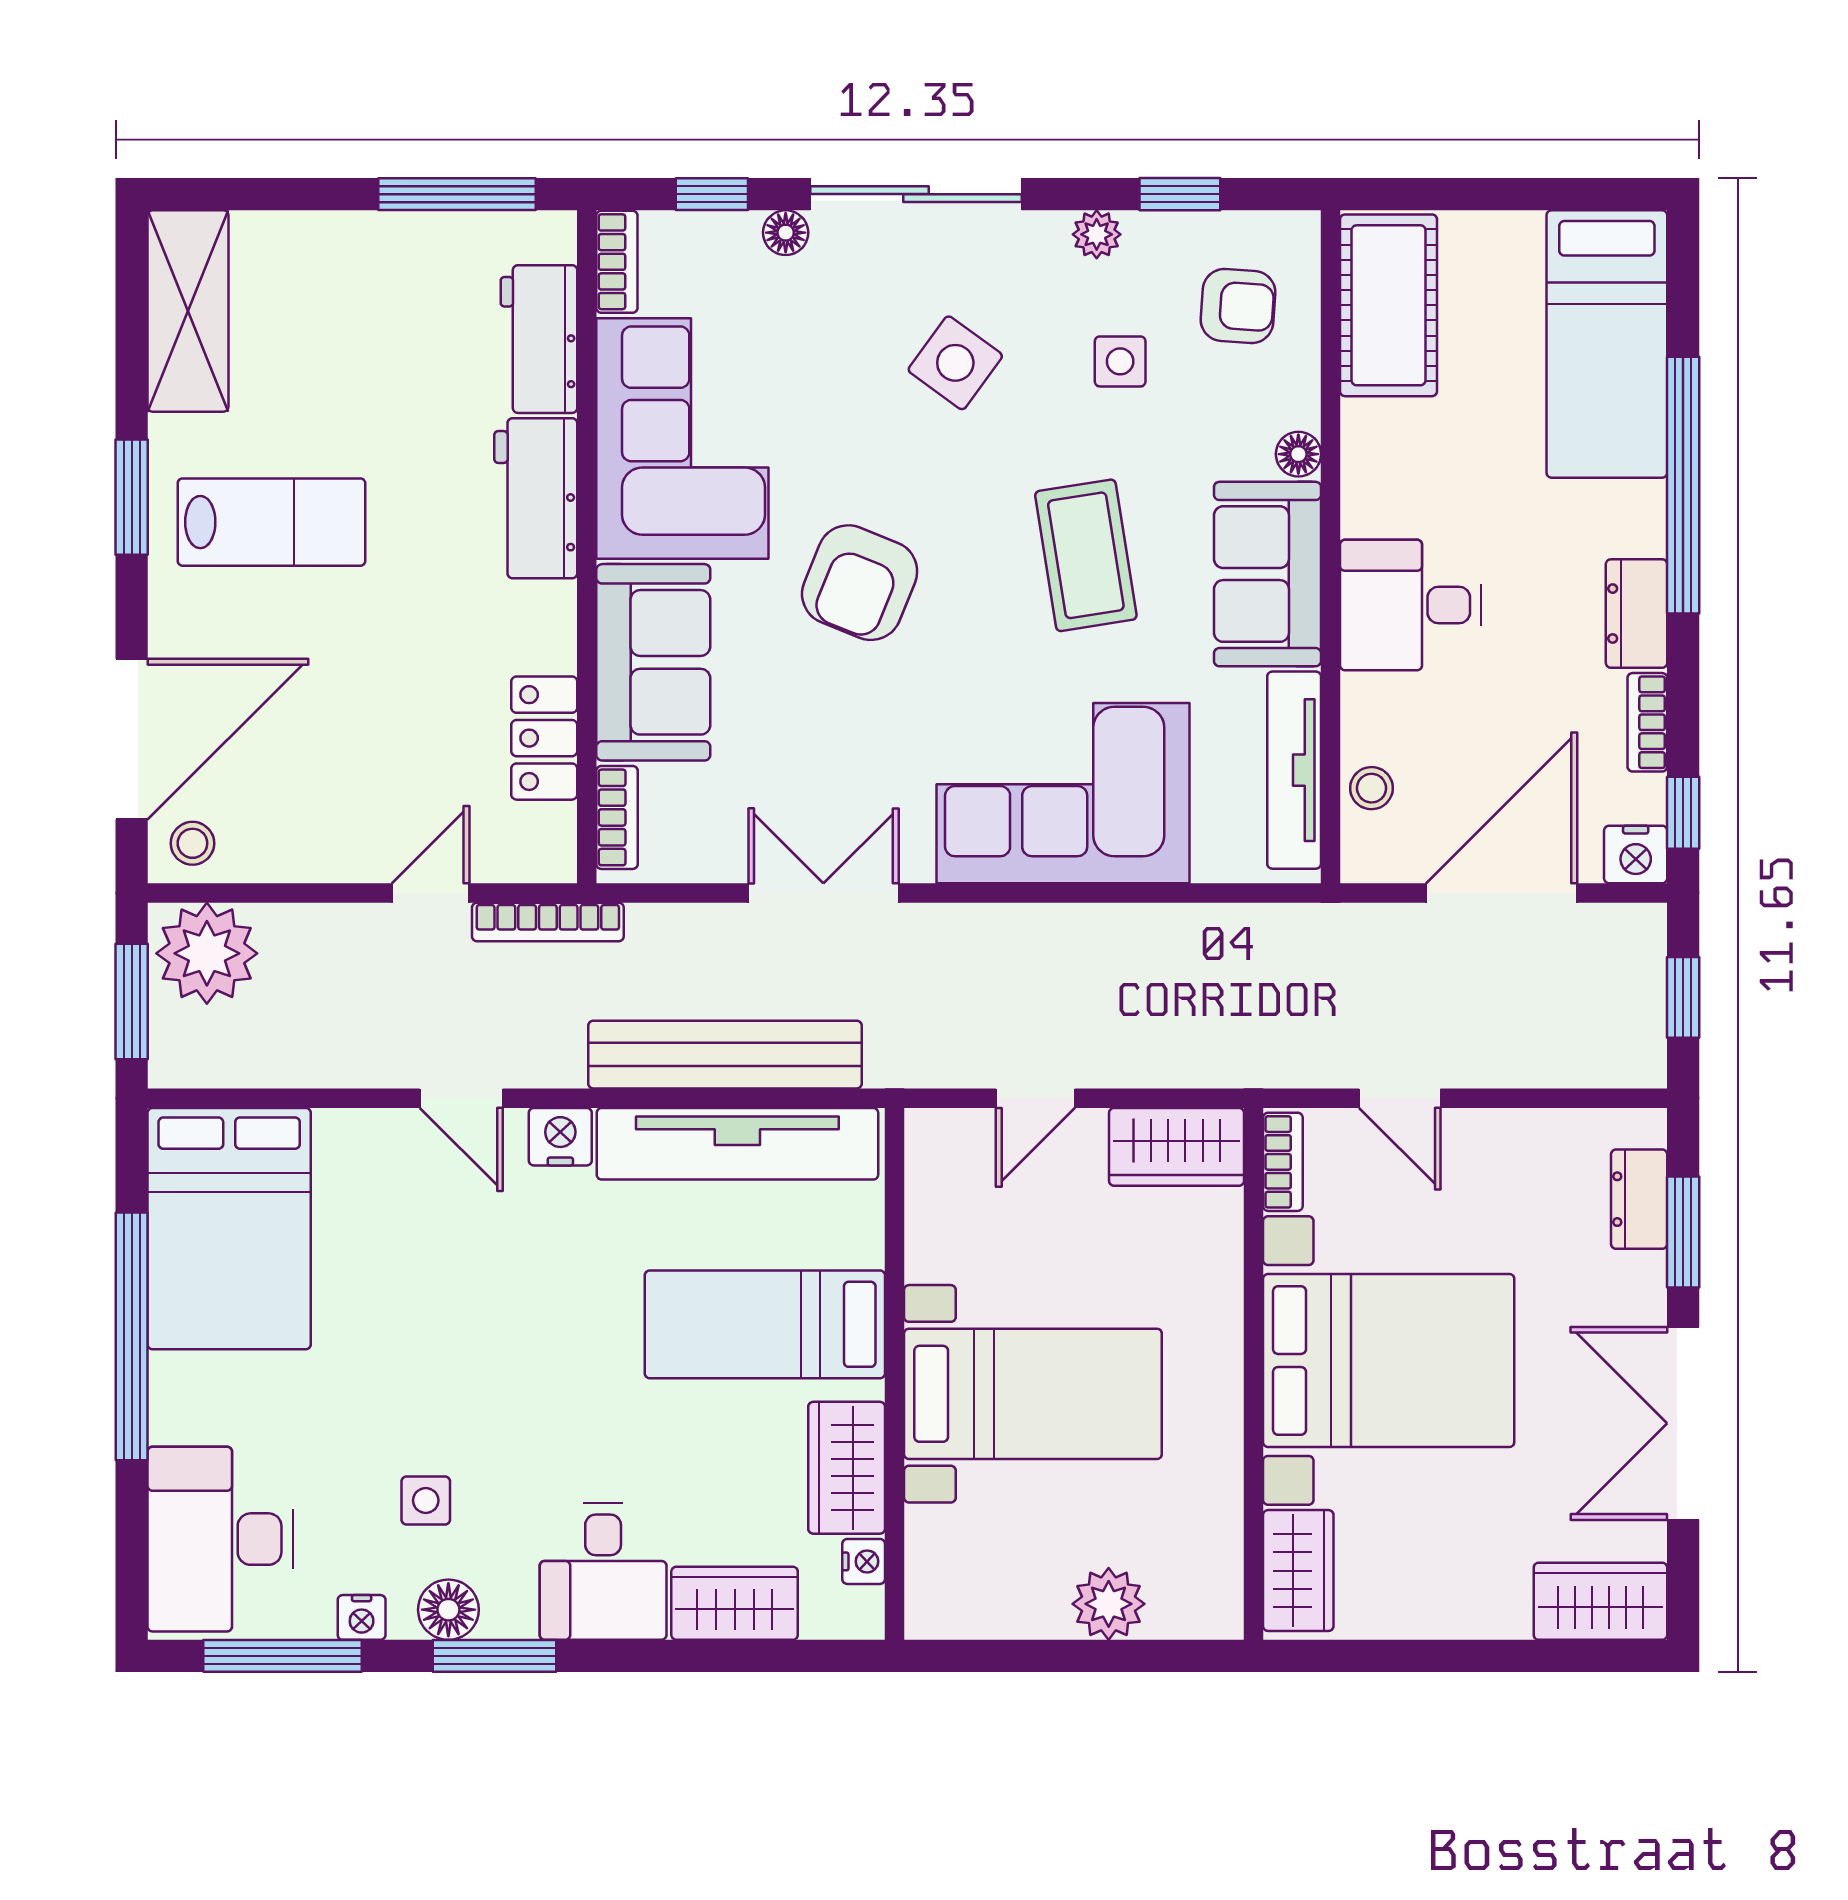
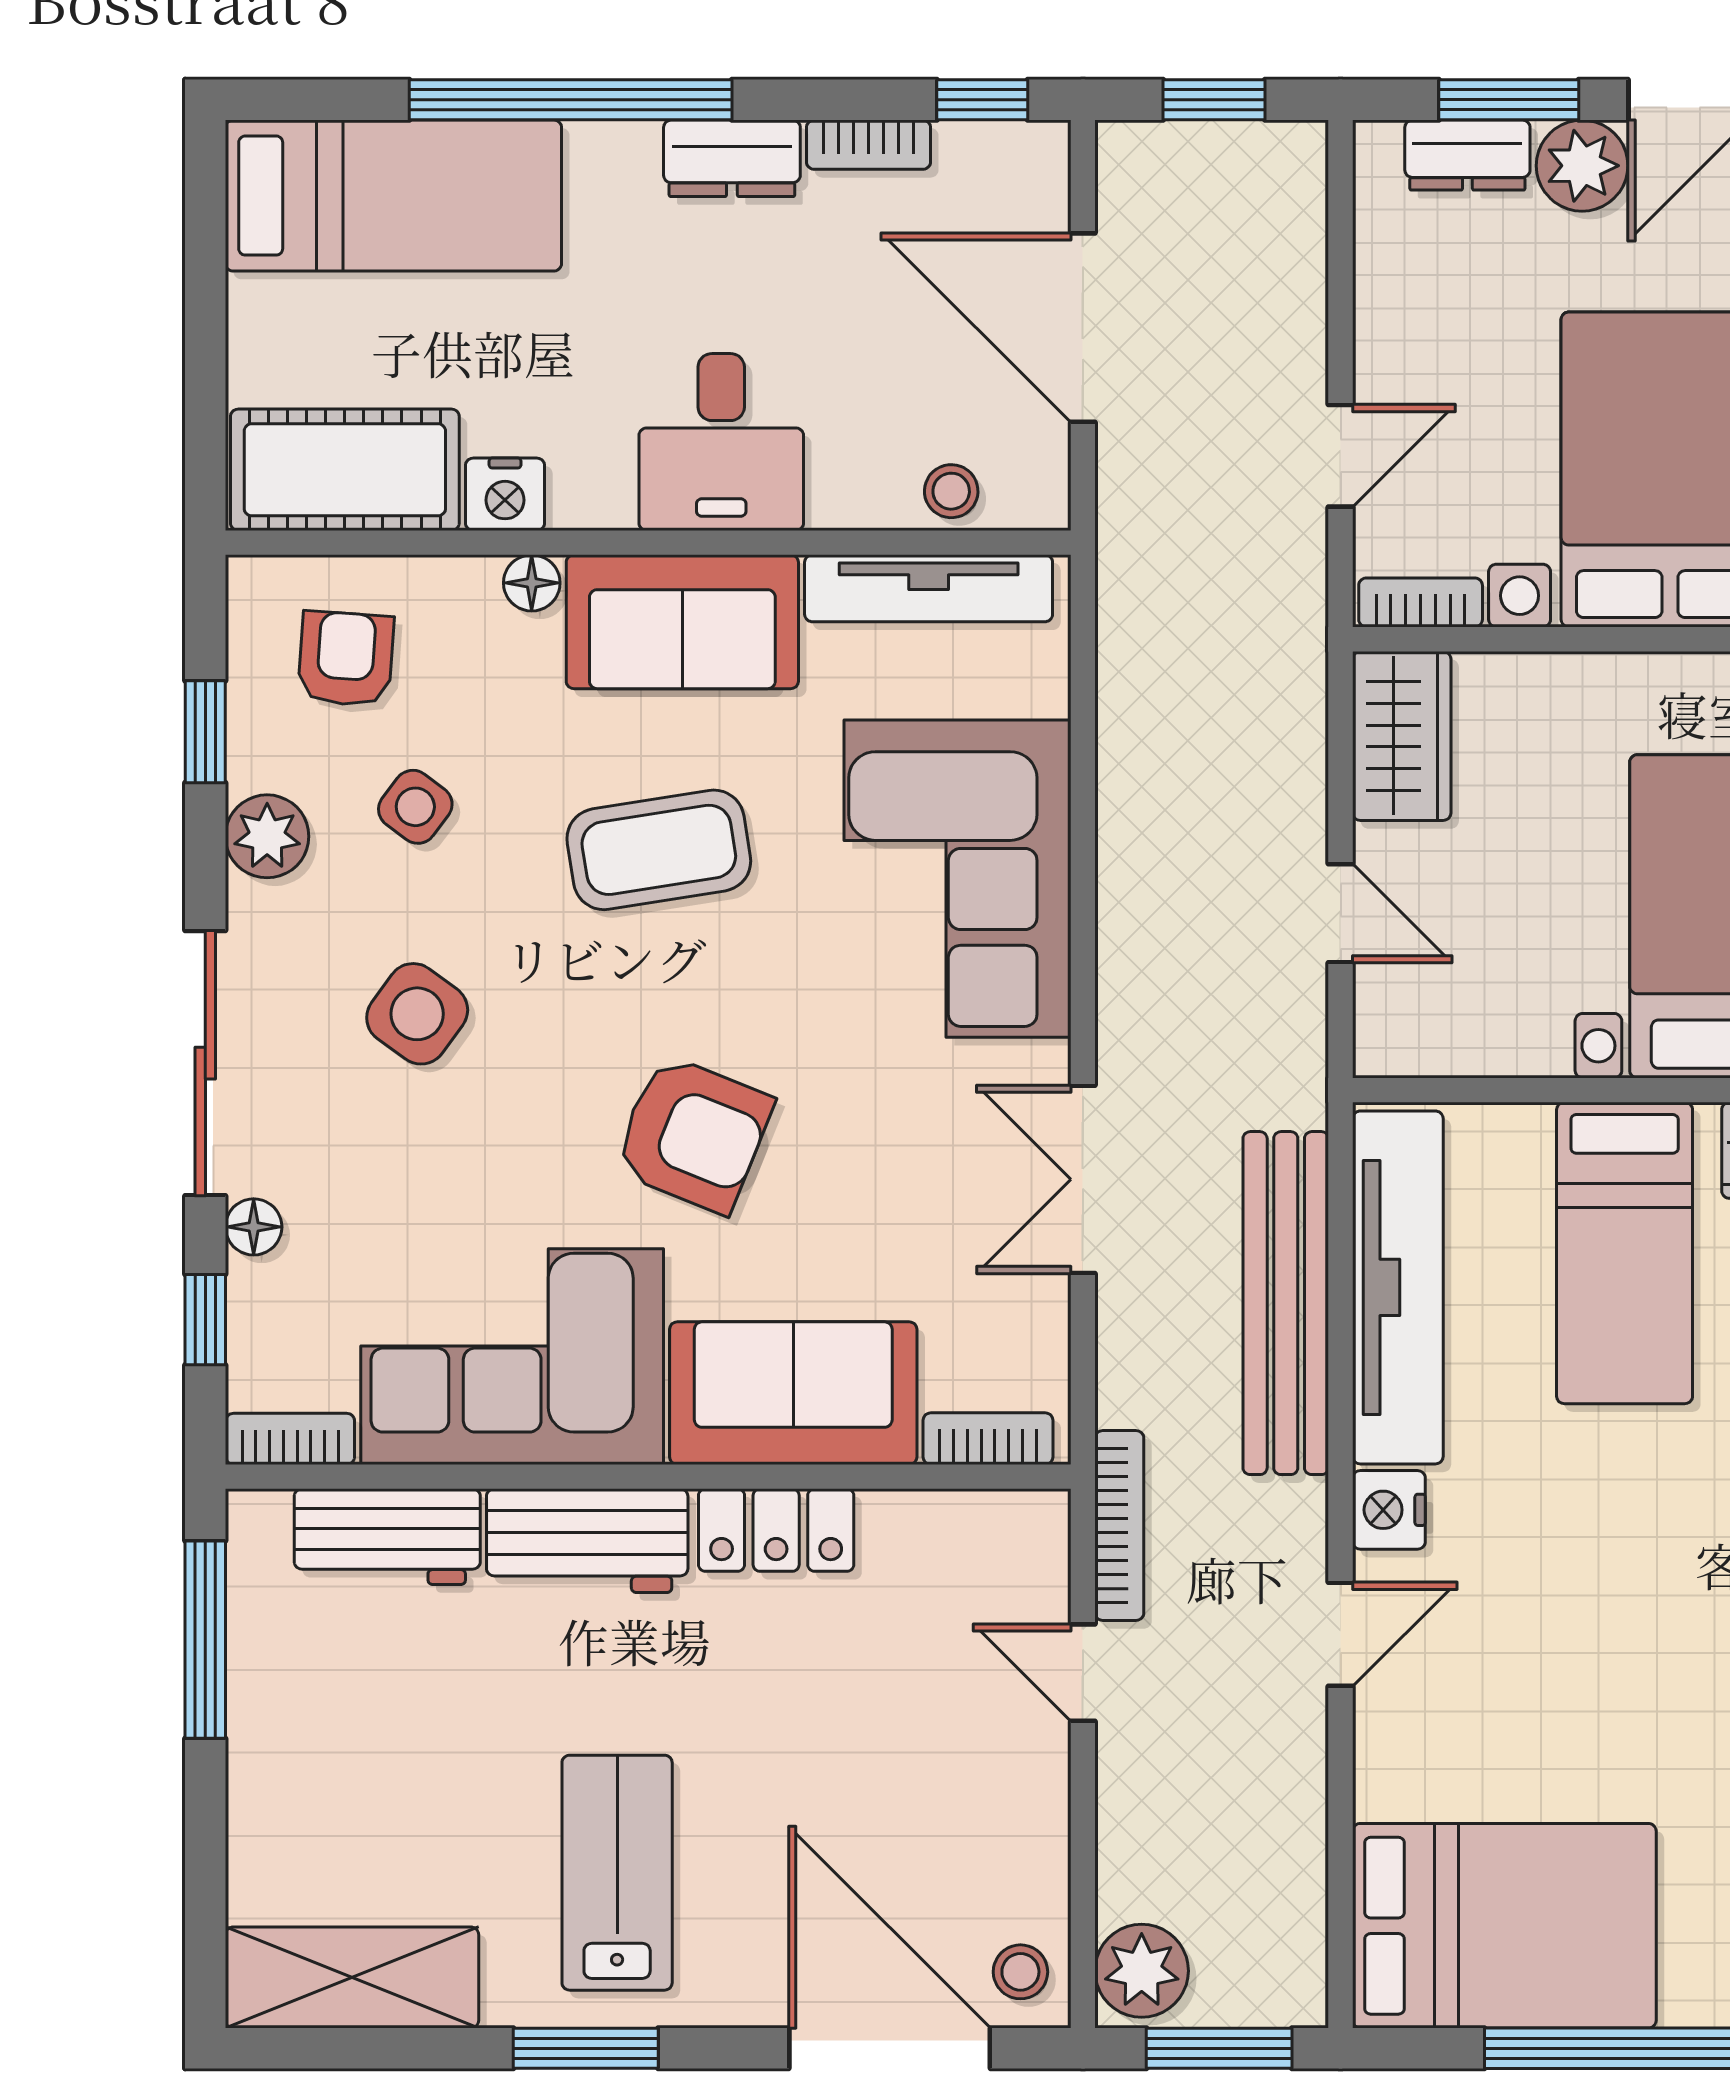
plant: (1097, 234) -> (267, 836), width x1.38, depth x1.38
side table: (1120, 361) -> (415, 807), turned 37
locker: (544, 738) -> (776, 1530), moved
nightstand: (1636, 854) -> (505, 494), moved, turned 90
plant: (207, 953) -> (1142, 1971), width x0.73, depth x0.73
plant: (1631, 1290) -> (1582, 166), added

